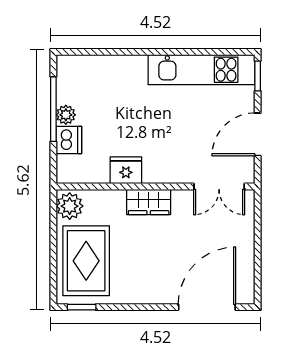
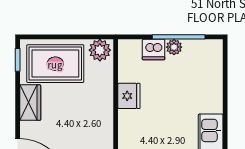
wardrobe: (149, 202) -> (30, 103), moved, turned 180

